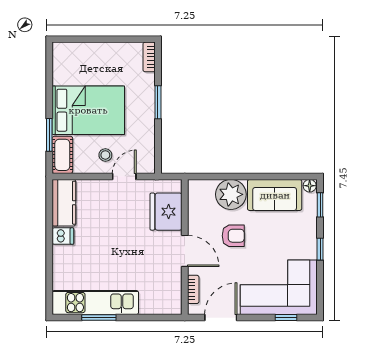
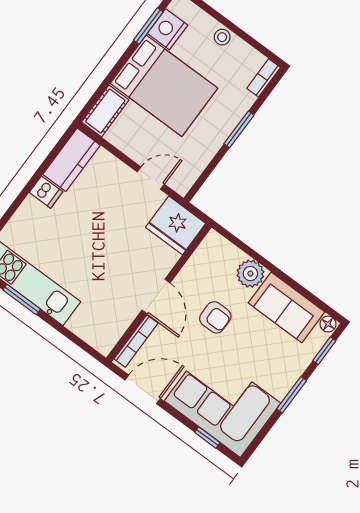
nightstand: (63, 72) -> (168, 29), added
window: (49, 135) -> (148, 26), moved
stool: (105, 155) -> (222, 37), moved
plant: (231, 194) -> (250, 274), width x0.73, depth x0.73
fridge: (166, 212) -> (176, 225), moved, turned -90
window: (320, 249) -> (292, 395), width x1.50
bookcase: (193, 289) -> (136, 341), width x1.56

